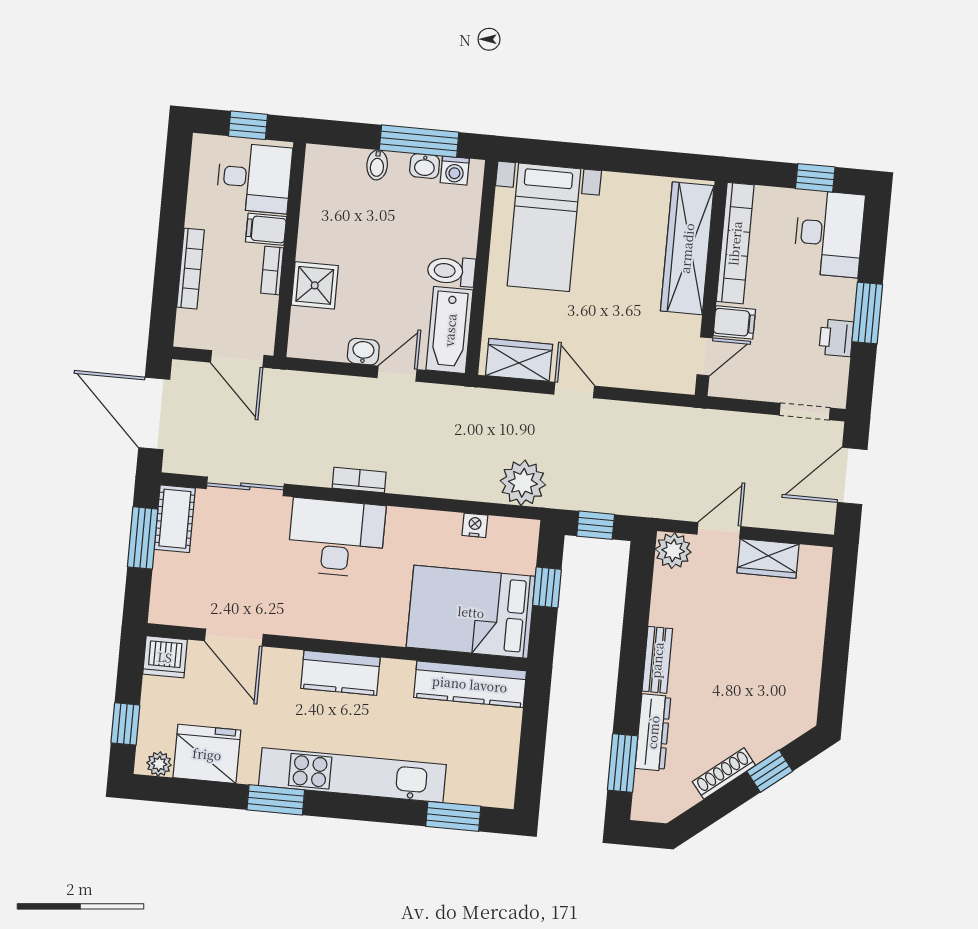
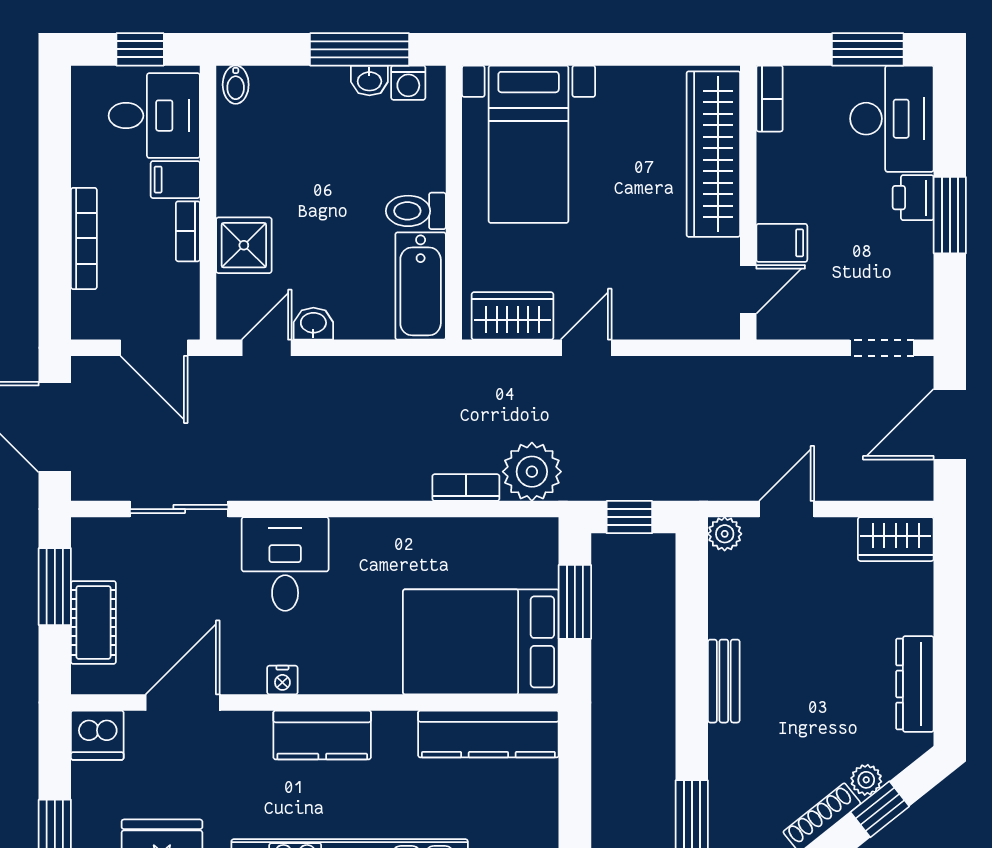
bidet: (377, 165) -> (236, 85), moved
window: (815, 178) -> (868, 49), width x1.50
bookcase: (735, 243) -> (770, 99), width x0.43, depth x0.76
printer: (836, 338) -> (913, 198), moved
door: (397, 374) -> (267, 348), moved
door: (574, 390) -> (586, 348), hinge flipped
bookcase: (359, 480) -> (466, 488), moved
cot: (175, 519) -> (93, 622), moved
nightstand: (475, 525) -> (282, 680), moved, turned 180
desk: (336, 538) -> (285, 564), width x0.73
plant: (673, 551) -> (725, 534), width x0.73, depth x0.73
wardrobe: (768, 558) -> (896, 539), moved
window: (547, 587) -> (575, 602), width x1.50
door: (234, 637) -> (183, 703), swing flipped
dresser: (653, 732) -> (915, 684), moved, turned 180
plant: (761, 747) -> (866, 780), added

